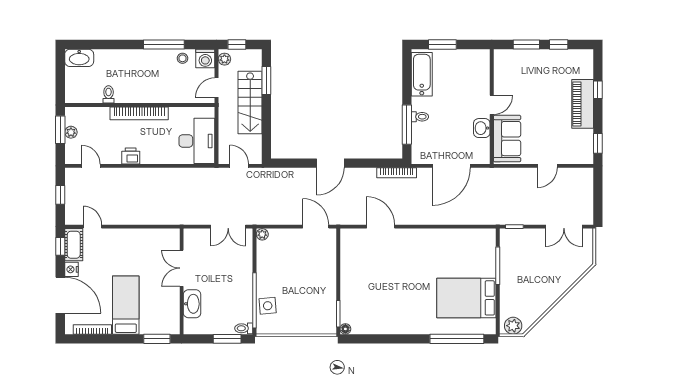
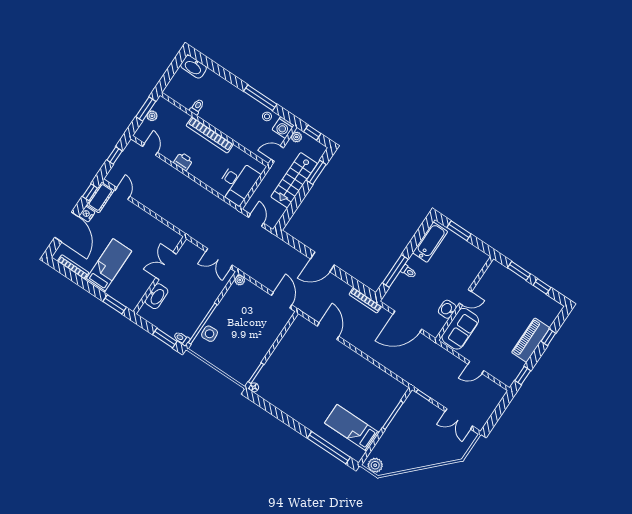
bed: (466, 298) -> (352, 428), width x0.67

